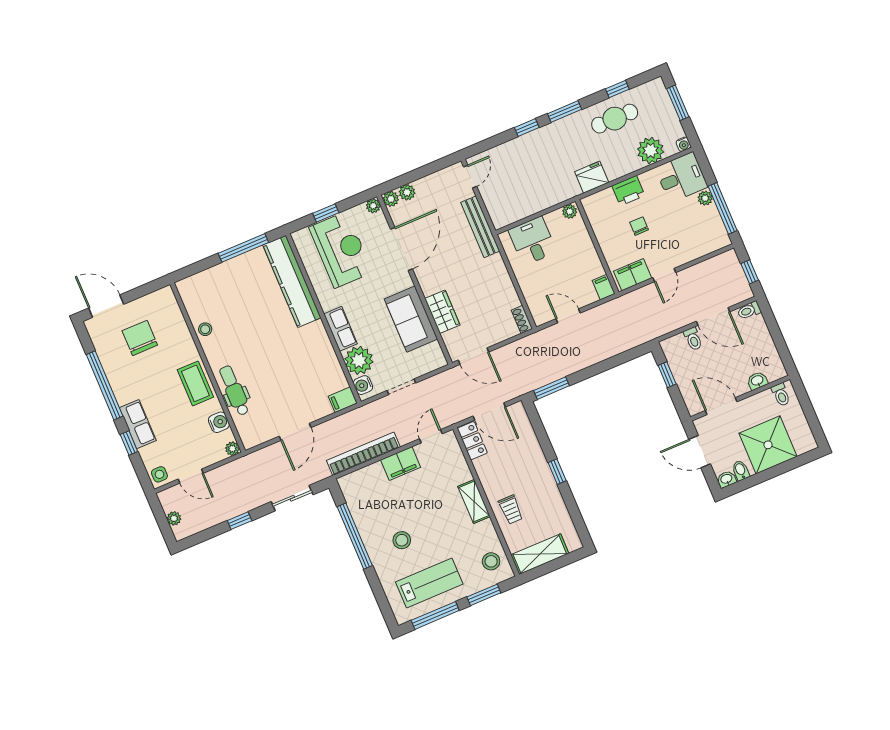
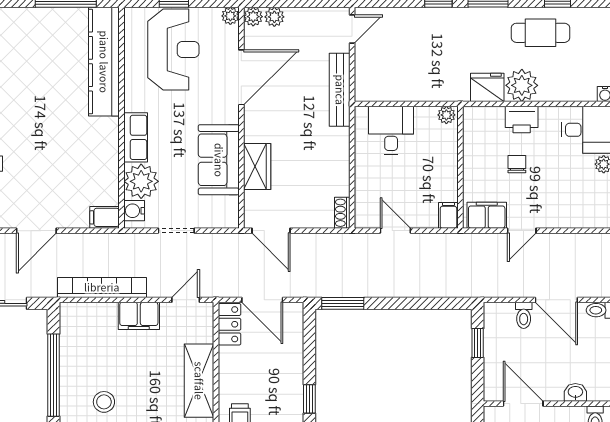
plant: (651, 151) -> (522, 85), moved
shelving: (474, 501) -> (199, 381), width x1.50, depth x1.33

